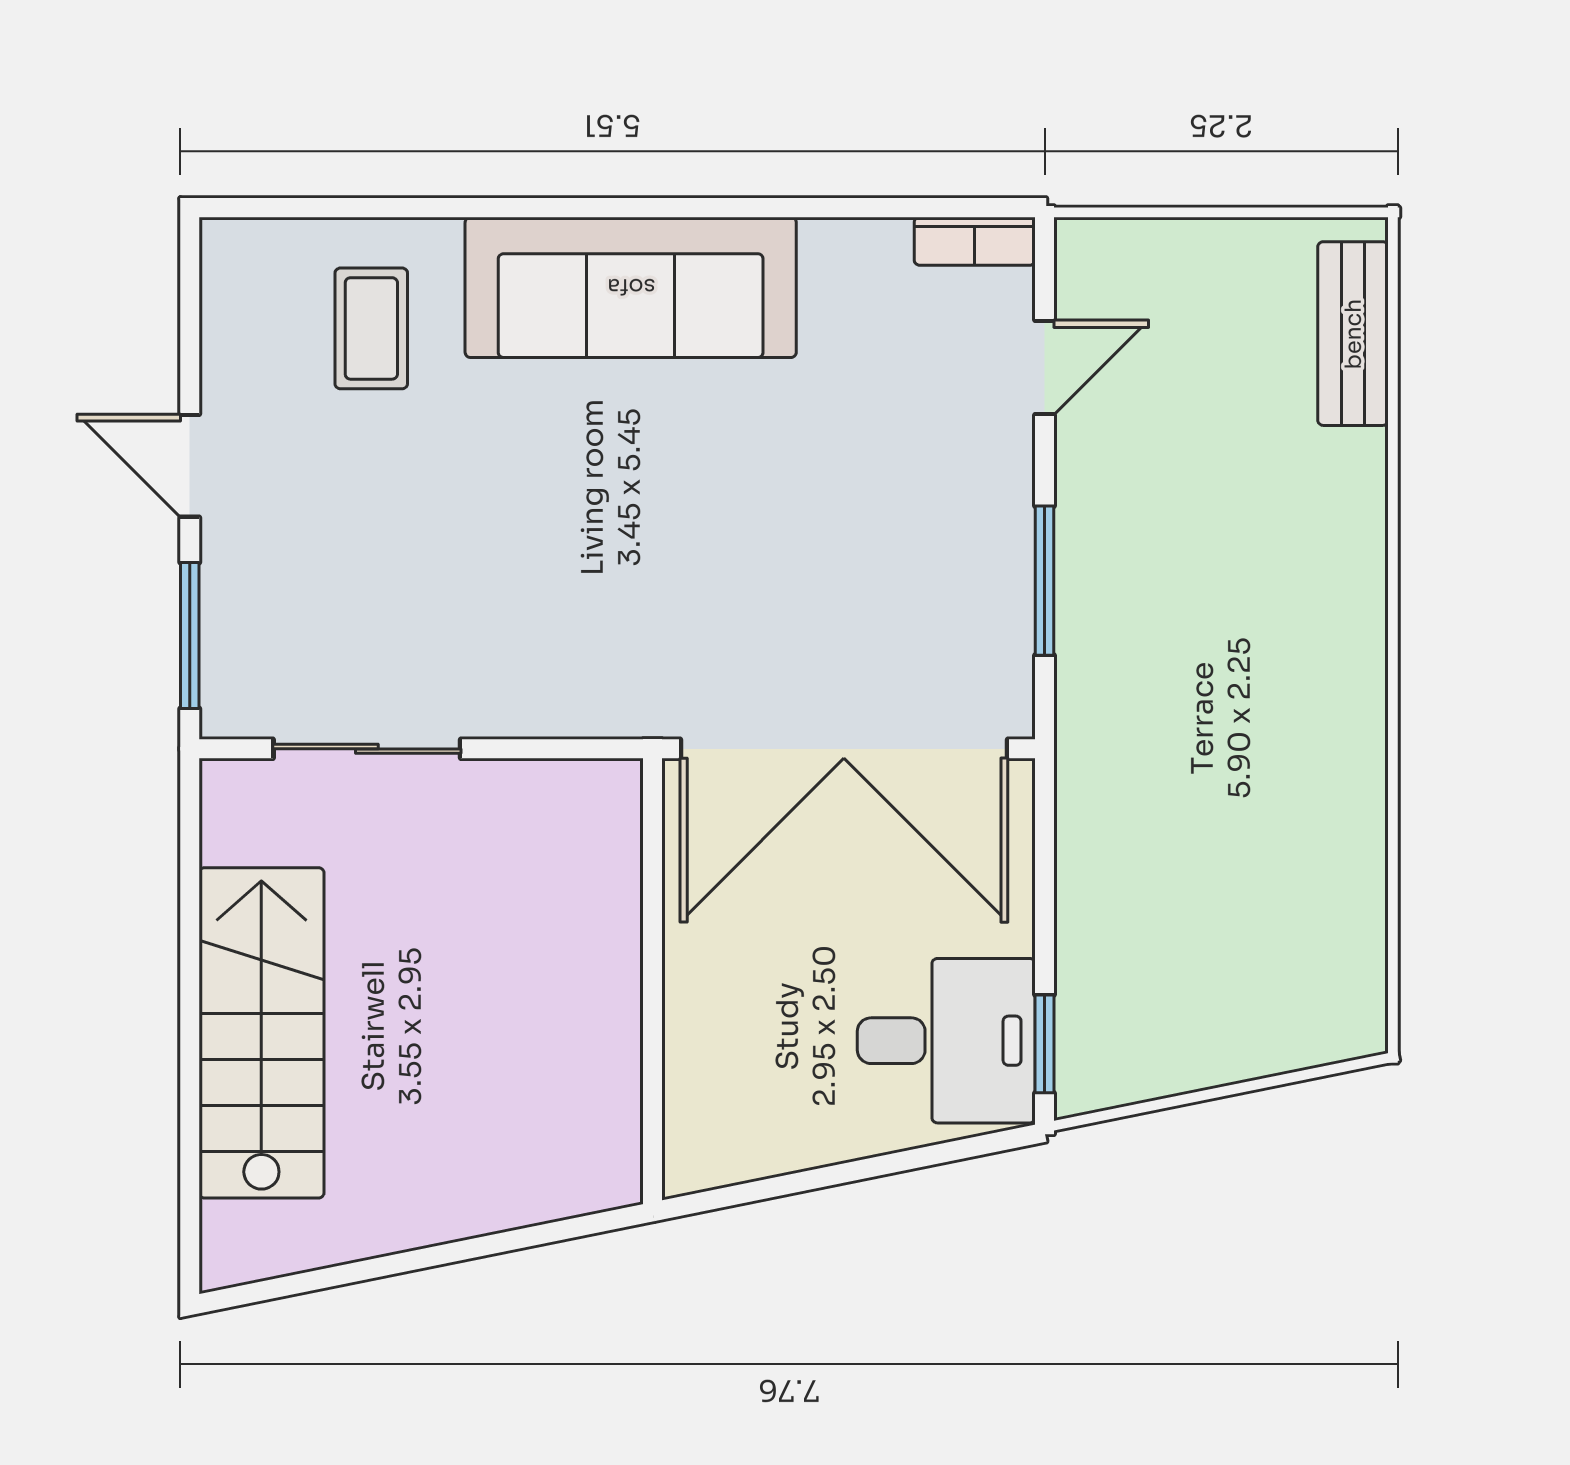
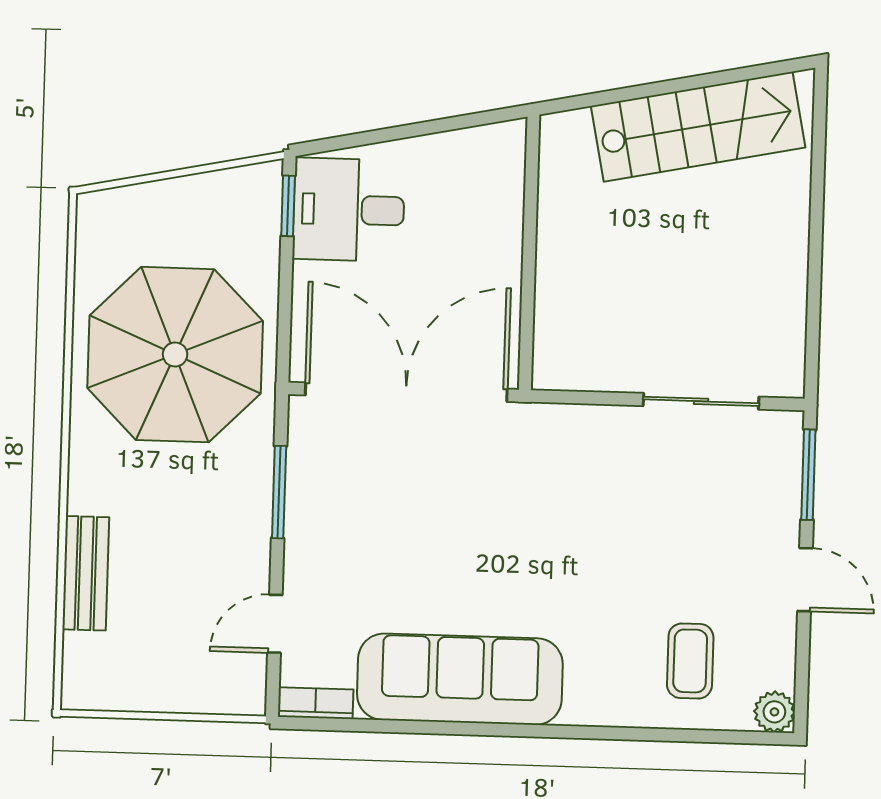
plant: (232, 250) -> (774, 712), added
sofa: (631, 287) -> (460, 679), moved
bench: (1353, 334) -> (86, 573), moved
parasol: (1220, 798) -> (175, 355), added
stairs: (261, 1033) -> (698, 127), moved, turned -101

